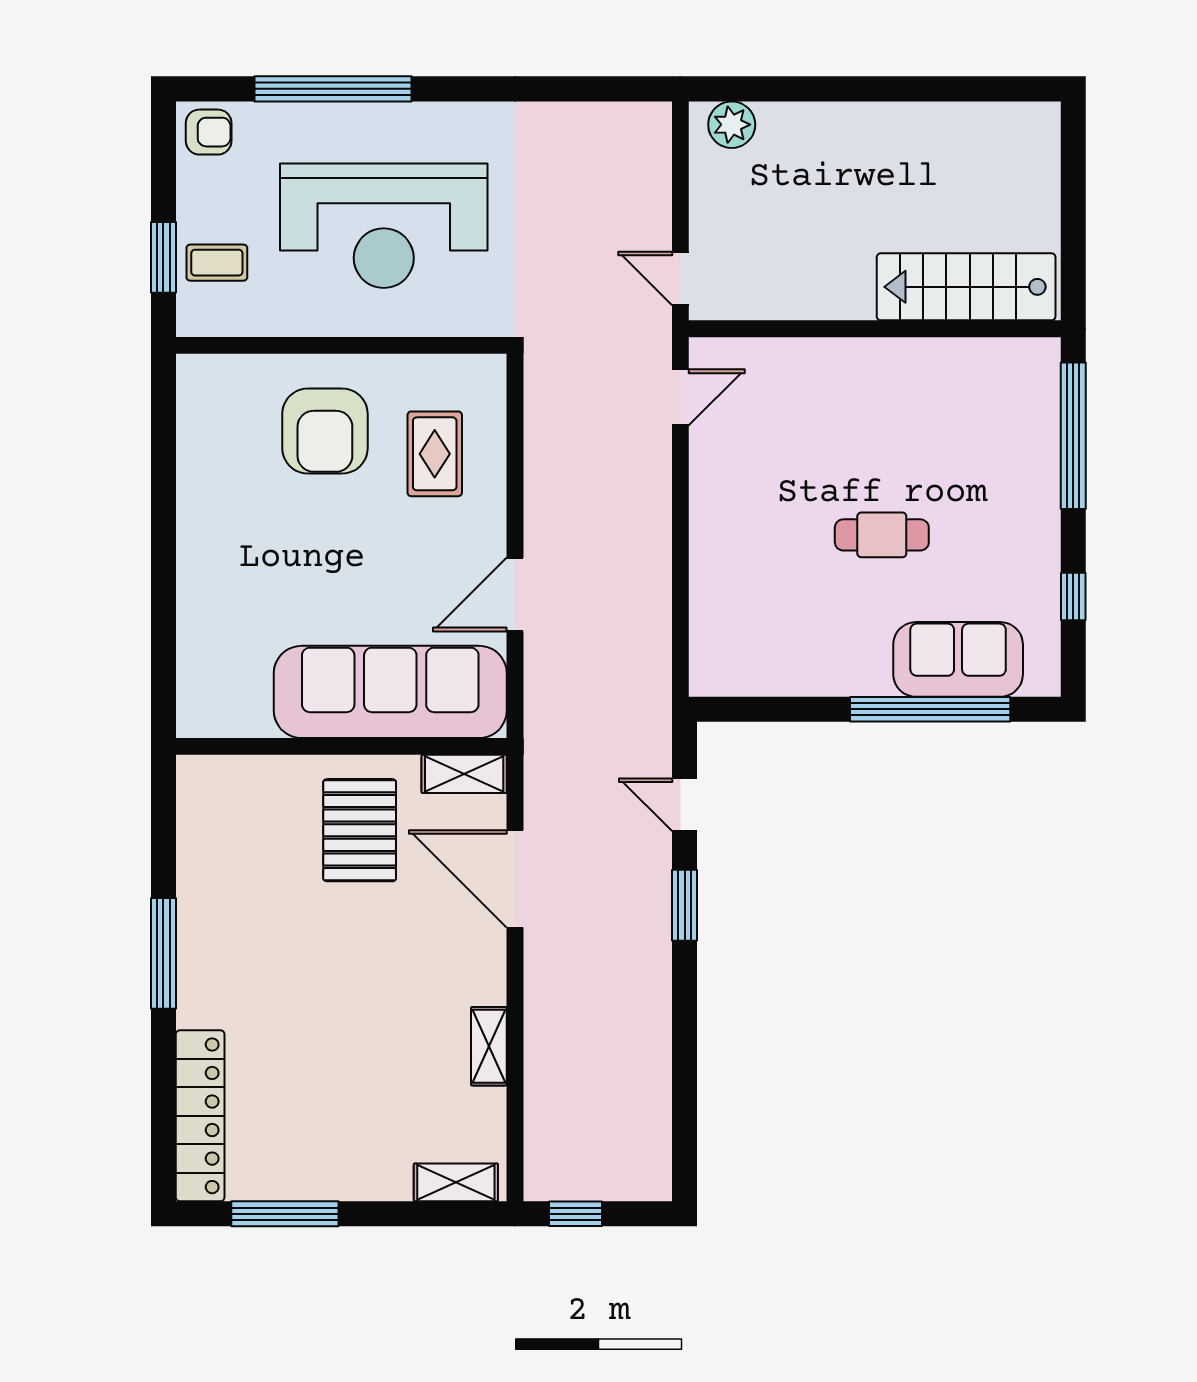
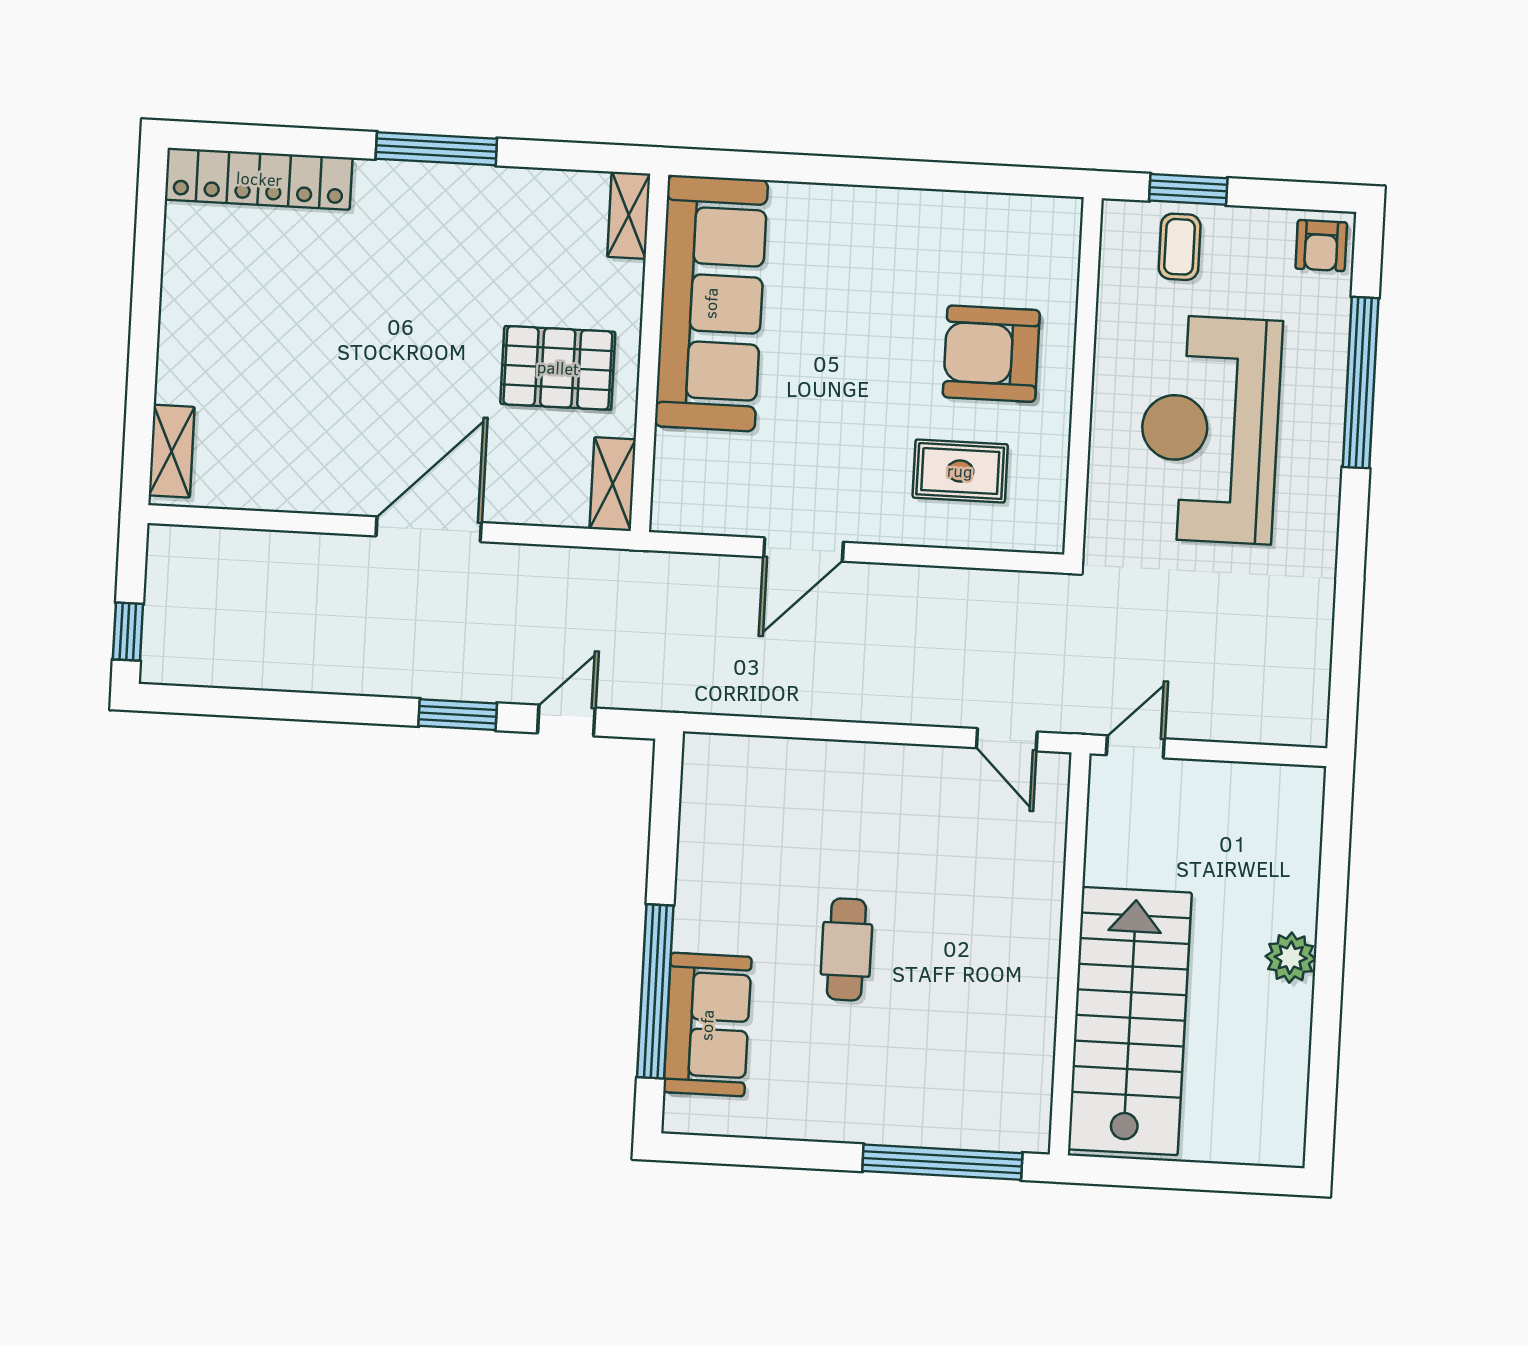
plant: (732, 125) -> (1291, 958), moved
stairs: (966, 287) -> (1130, 1021), width x1.36, depth x1.51
door: (515, 595) -> (803, 550), swing flipped
window: (1073, 596) -> (769, 1153), removed
sofa: (390, 692) -> (711, 303), moved
door: (515, 879) -> (429, 529), moved
shelving: (489, 1046) -> (629, 215), moved, turned 90
window: (285, 1214) -> (148, 265), removed
window: (575, 1214) -> (128, 632), moved

